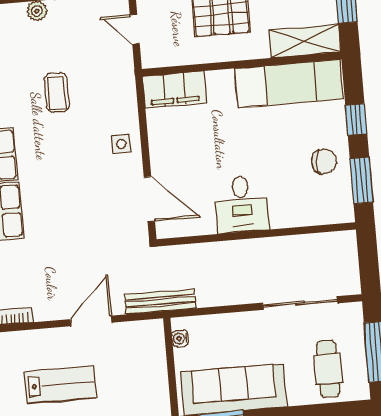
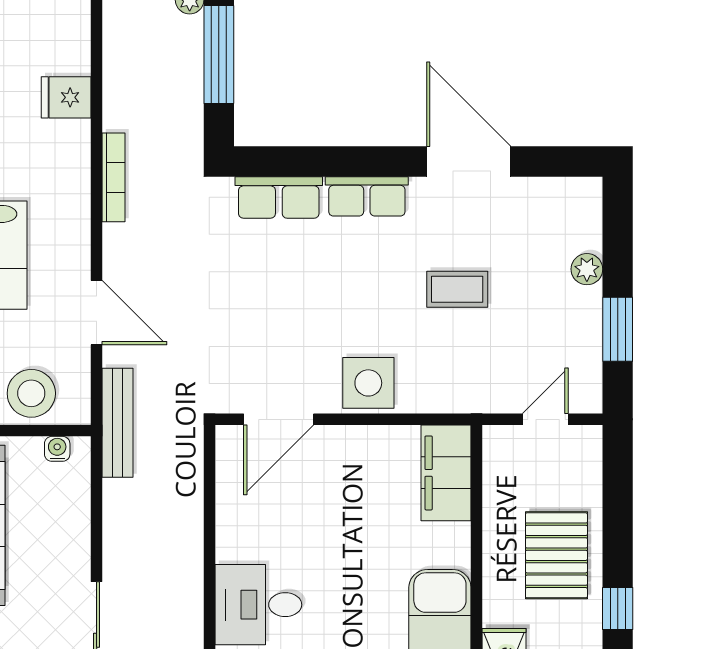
side table: (121, 144) -> (368, 383), width x1.87, depth x1.87
desk: (242, 204) -> (258, 605), moved
stool: (146, 358) -> (31, 393), added

